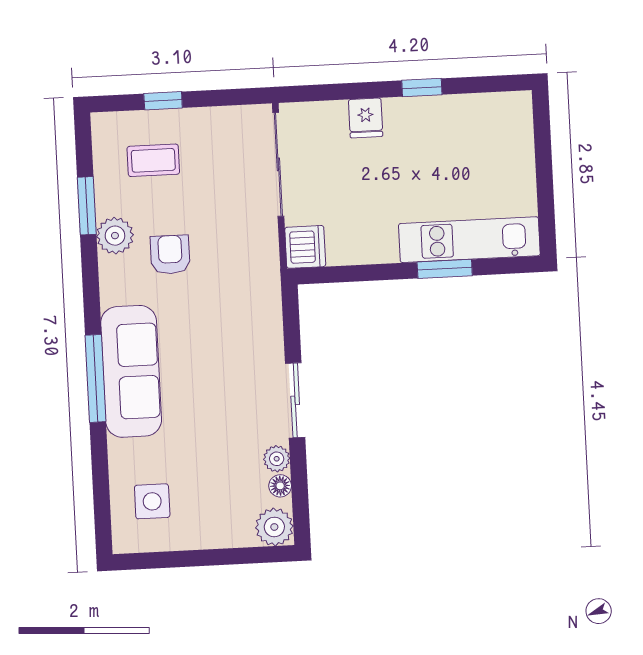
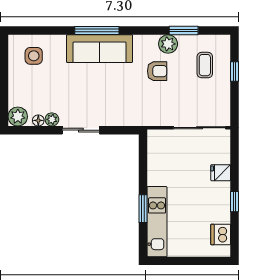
dishwasher: (305, 247) -> (221, 234), moved, turned 90

